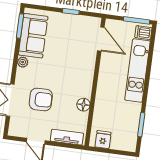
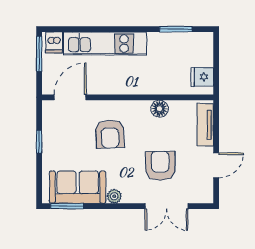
armchair: (69, 65) -> (110, 134), added

